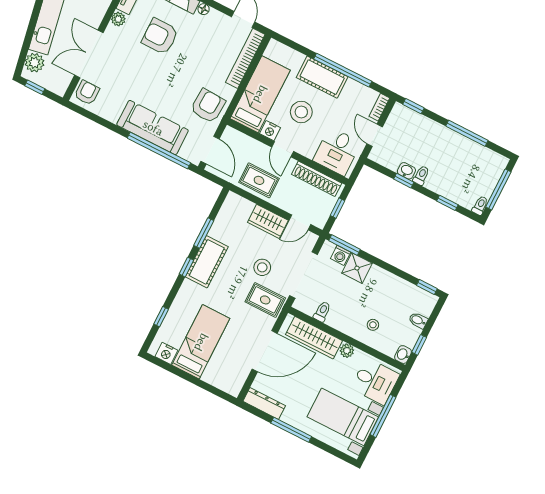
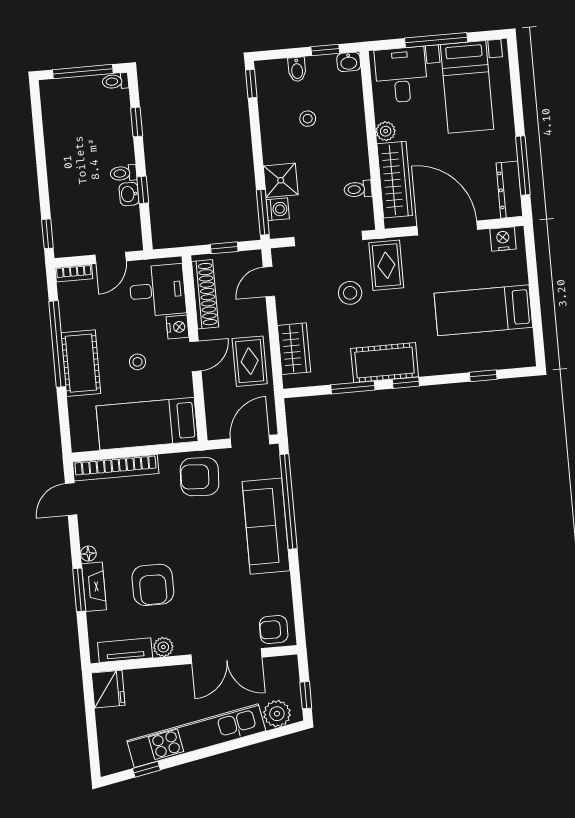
stool: (301, 112) -> (138, 362), width x0.53, depth x0.53
nightstand: (270, 131) -> (177, 327), moved
window: (467, 133) -> (40, 150), removed
wardrobe: (268, 221) -> (294, 349), moved
door: (300, 222) -> (269, 282), swing flipped
stool: (373, 325) -> (308, 119), moved
nightstand: (166, 353) -> (503, 239), moved, turned -90
window: (291, 430) -> (523, 166), moved

